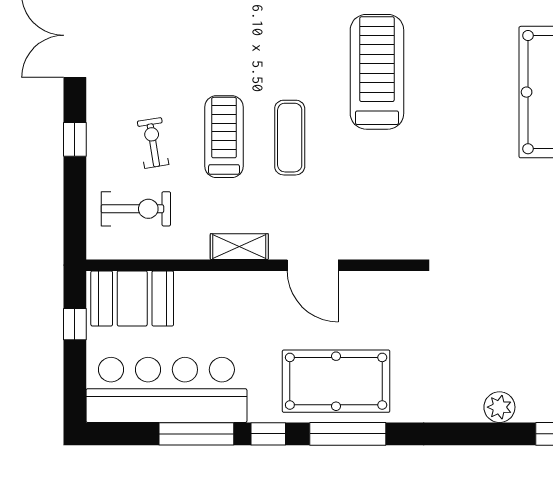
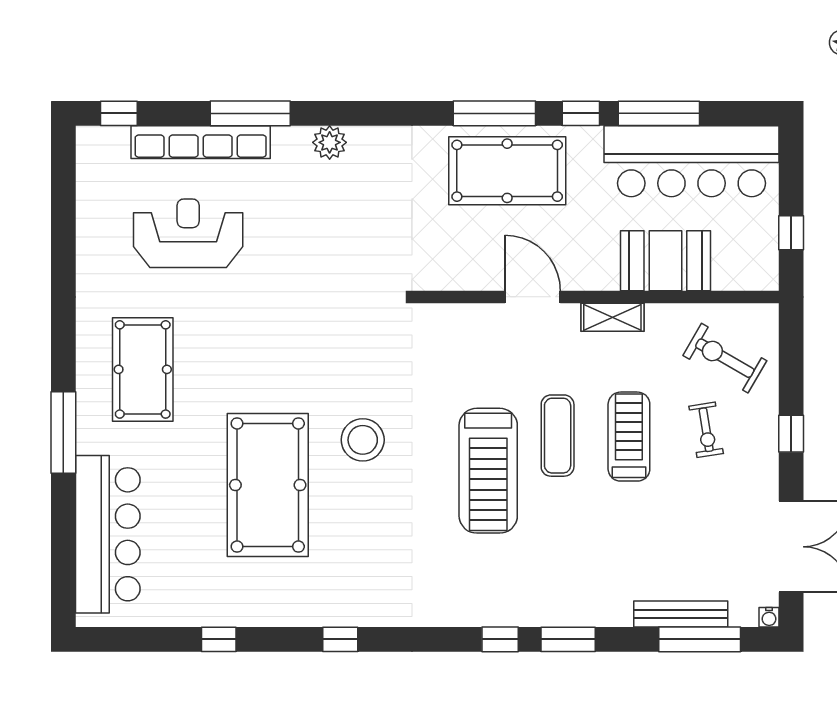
treadmill: (377, 72) -> (488, 471), moved
stool: (469, 134) -> (363, 440), added
treadmill: (224, 137) -> (629, 437), turned 180
exercise bike: (136, 209) -> (725, 358), turned 30
booth: (132, 298) -> (665, 261), moved

